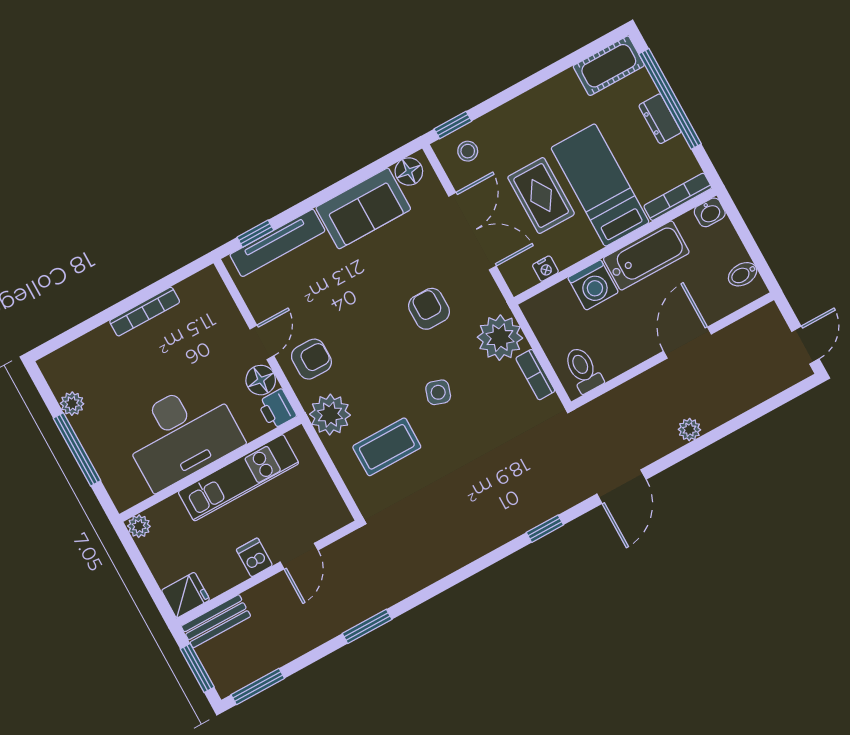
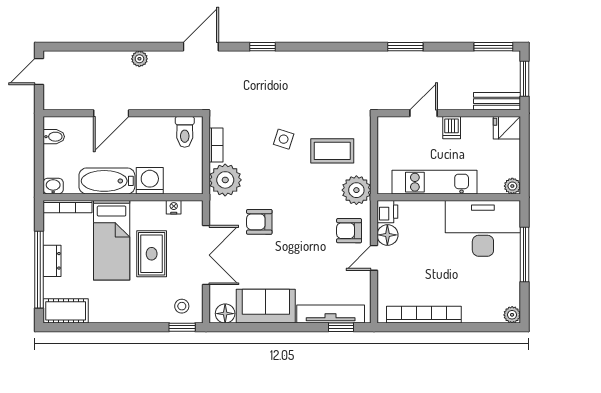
double door: (473, 231) -> (206, 255), swing flipped
armchair: (429, 309) -> (259, 222), turned 90
bookcase: (145, 312) -> (424, 315), width x1.48, depth x1.31
side table: (438, 392) -> (284, 139), moved
plant: (72, 404) -> (512, 315), moved
desk: (181, 434) -> (483, 228), moved

